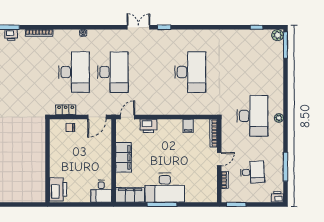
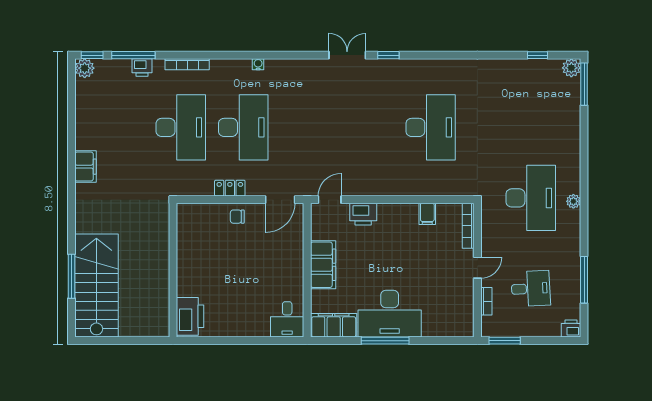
desk: (113, 72) -> (181, 127), moved
wall: (47, 161) -> (173, 270), moved
printer: (58, 189) -> (190, 316), moved

